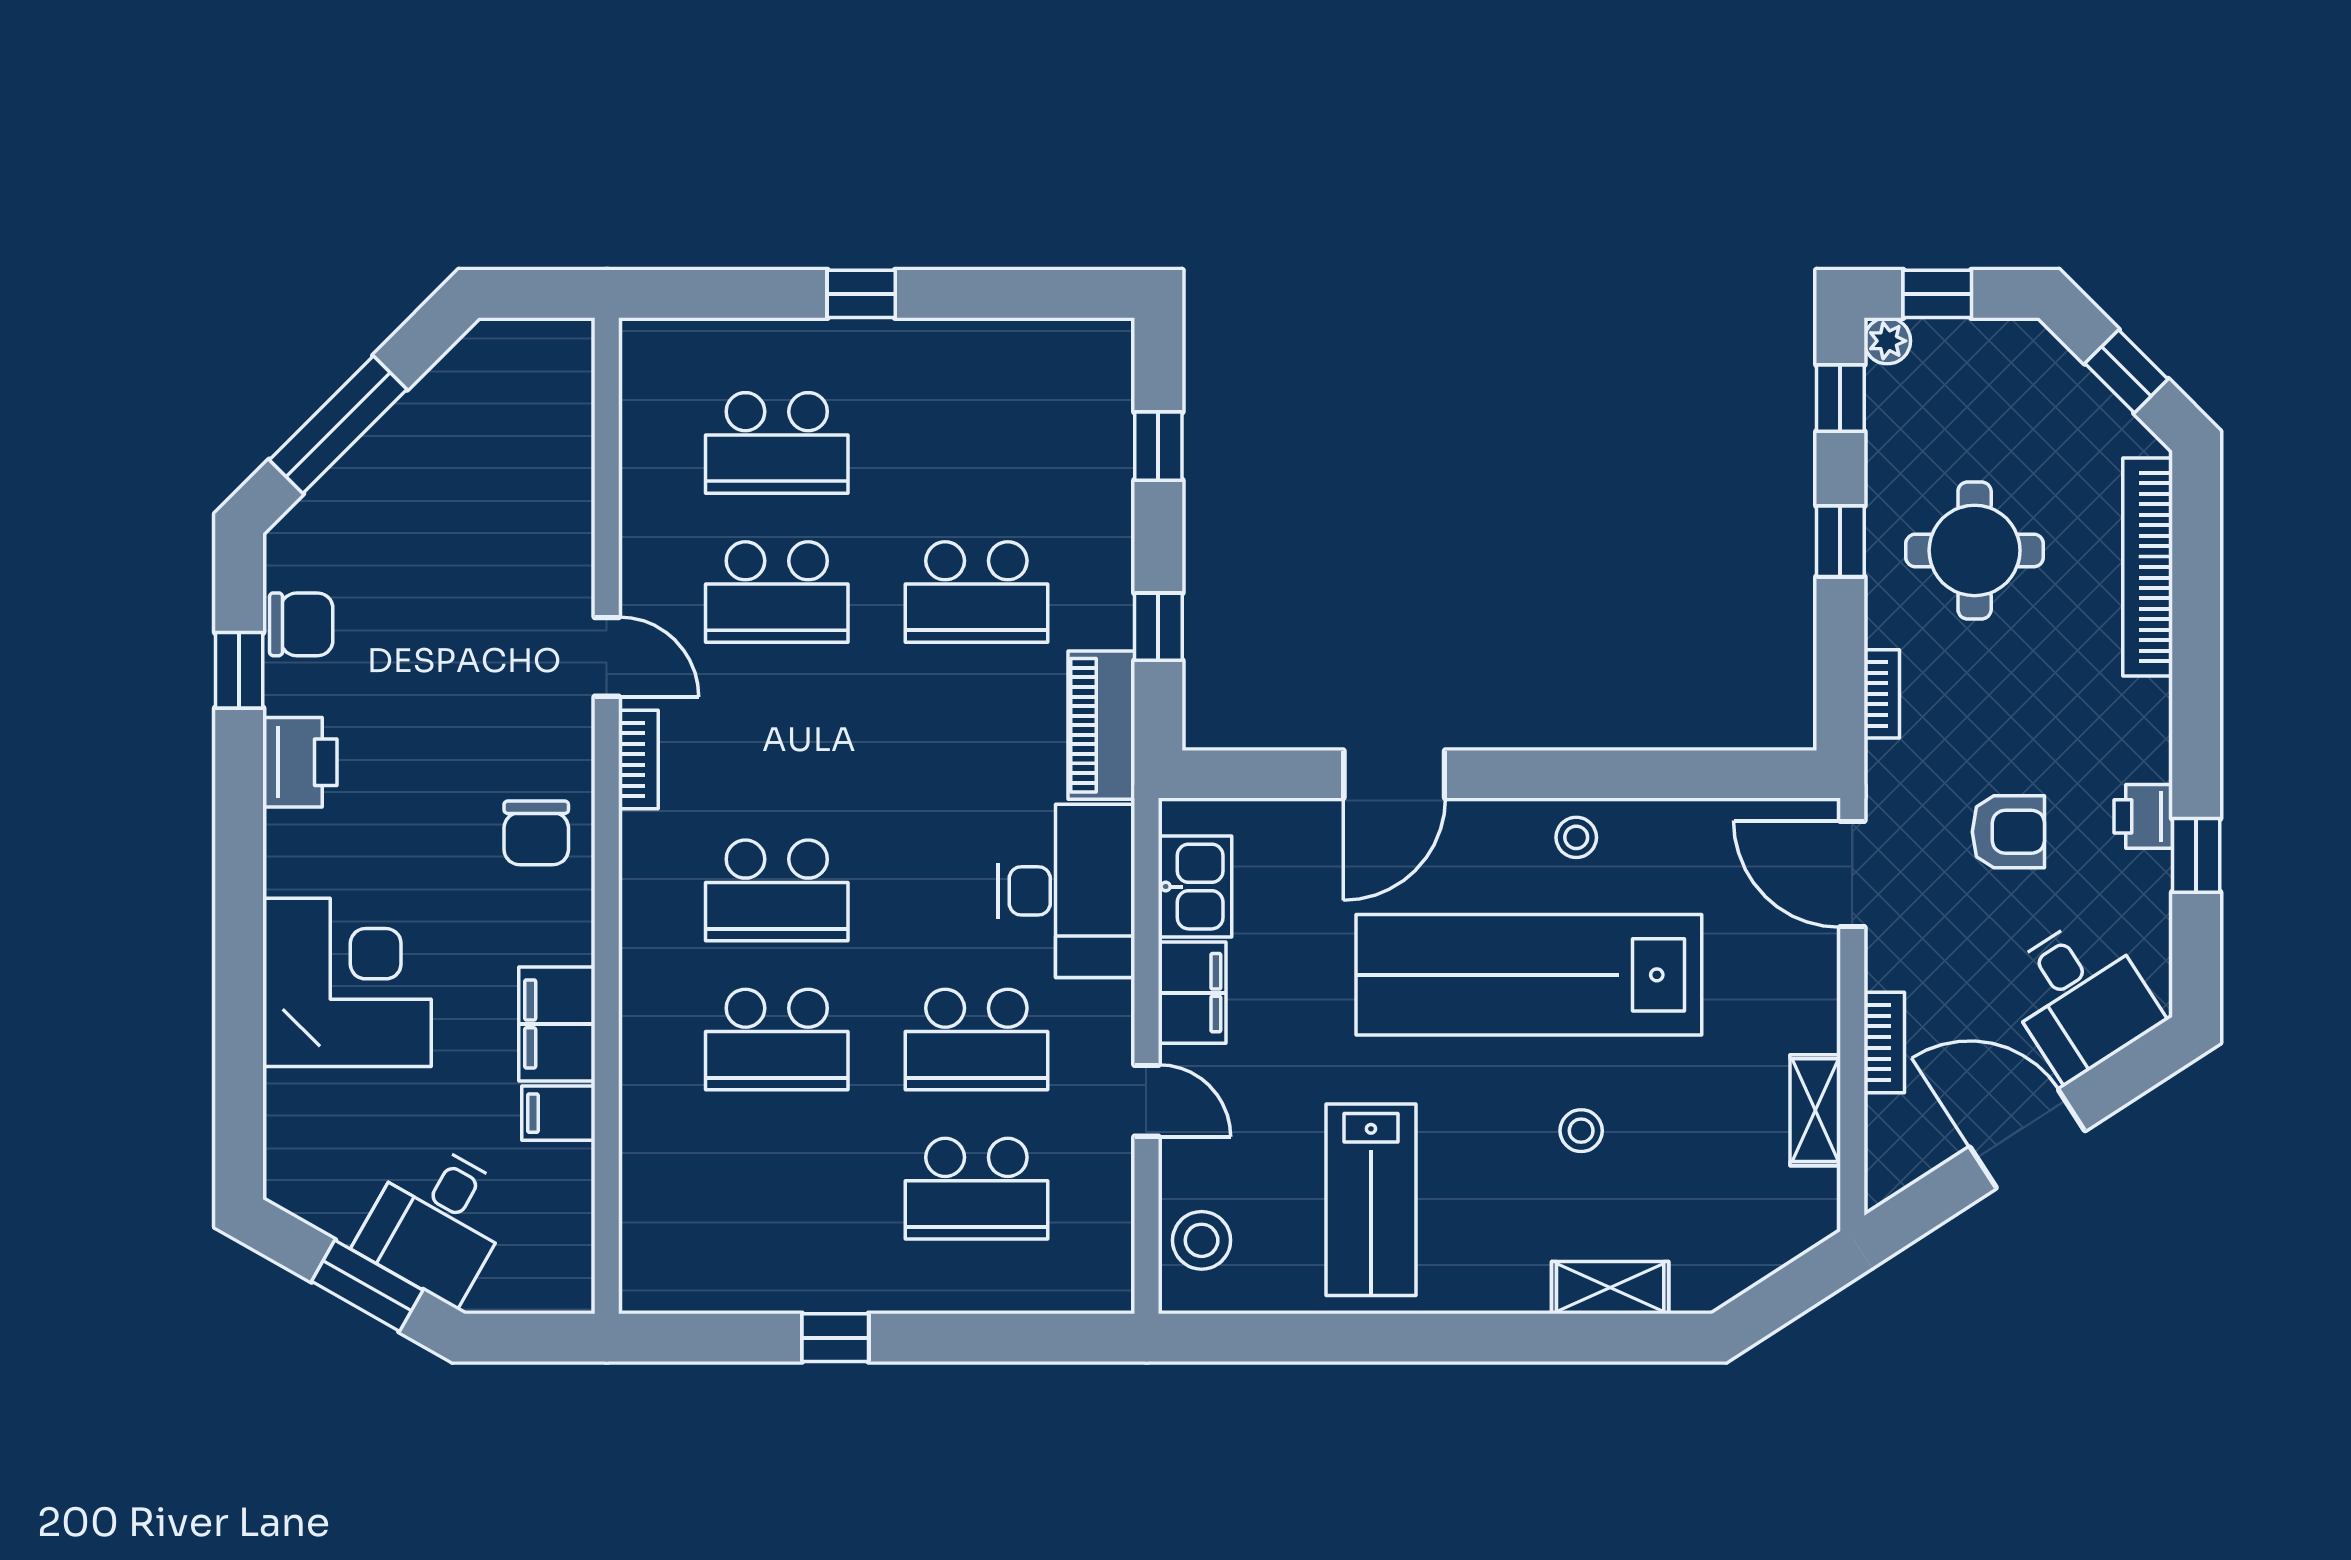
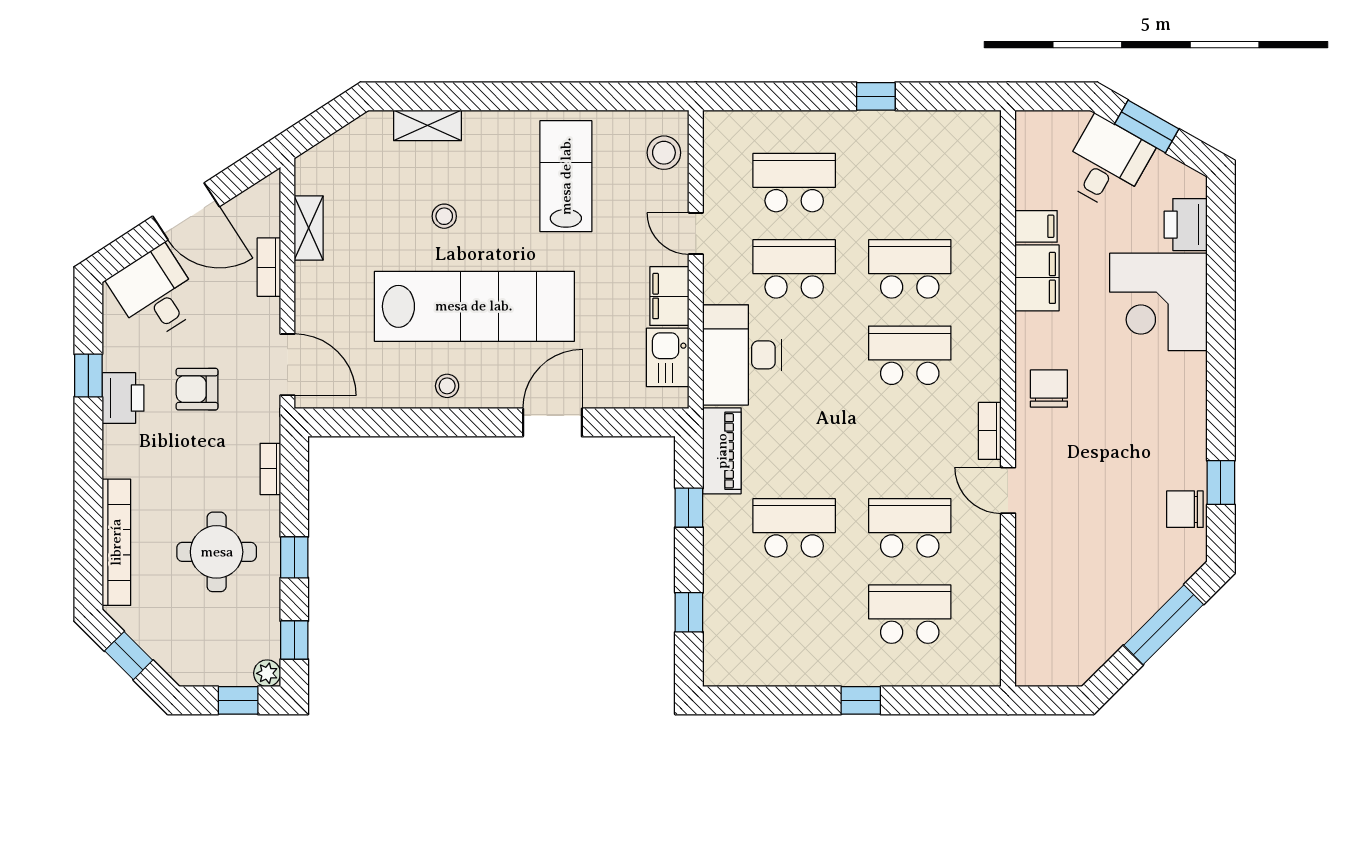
printer: (300, 762) -> (1186, 225), moved
printer: (2143, 816) -> (123, 398), width x1.36, depth x1.24

